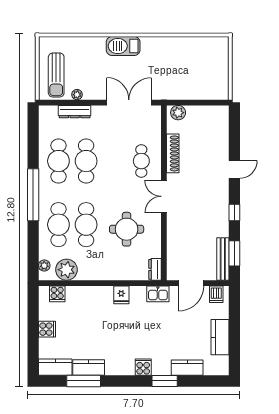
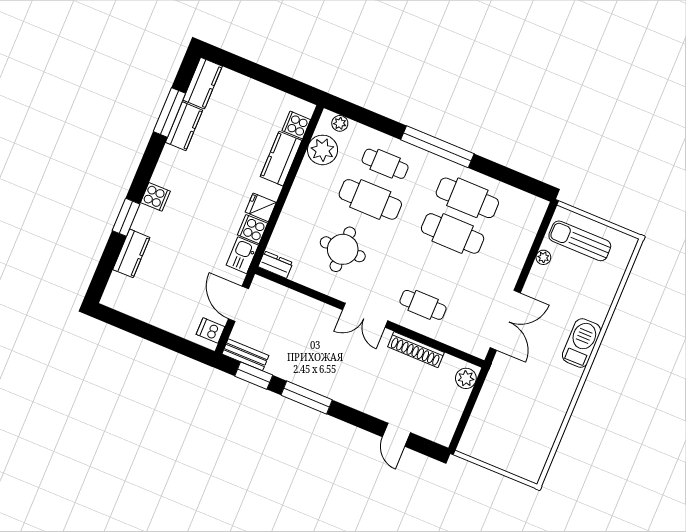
dresser: (75, 112) -> (523, 245), removed
door: (234, 169) -> (396, 435), moved
double door: (164, 196) -> (365, 315), swing flipped
window: (234, 213) -> (307, 398), width x2.17
cafe table: (58, 225) -> (385, 164), width x0.73, depth x0.74
bench: (223, 259) -> (245, 355), width x0.73
cooker: (47, 329) -> (253, 229), moved, turned 90
kitchen counter: (220, 337) -> (281, 159), moved, turned -90

